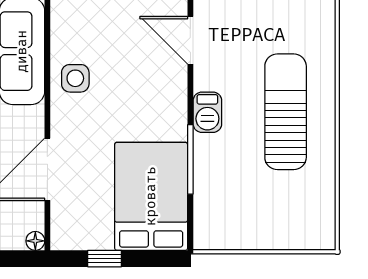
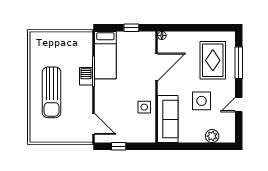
barbecue: (207, 112) -> (86, 76), moved
bed: (151, 196) -> (105, 55), width x0.67

